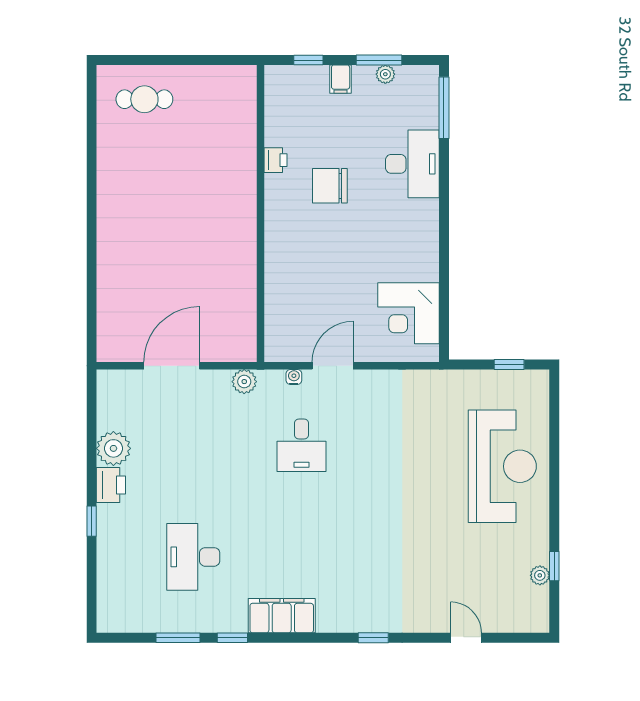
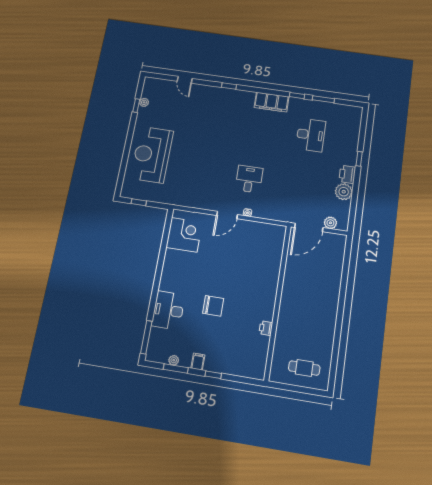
printer: (276, 160) -> (266, 328), moved
wall: (261, 213) -> (278, 301), moved
plant: (244, 382) -> (330, 223), moved

